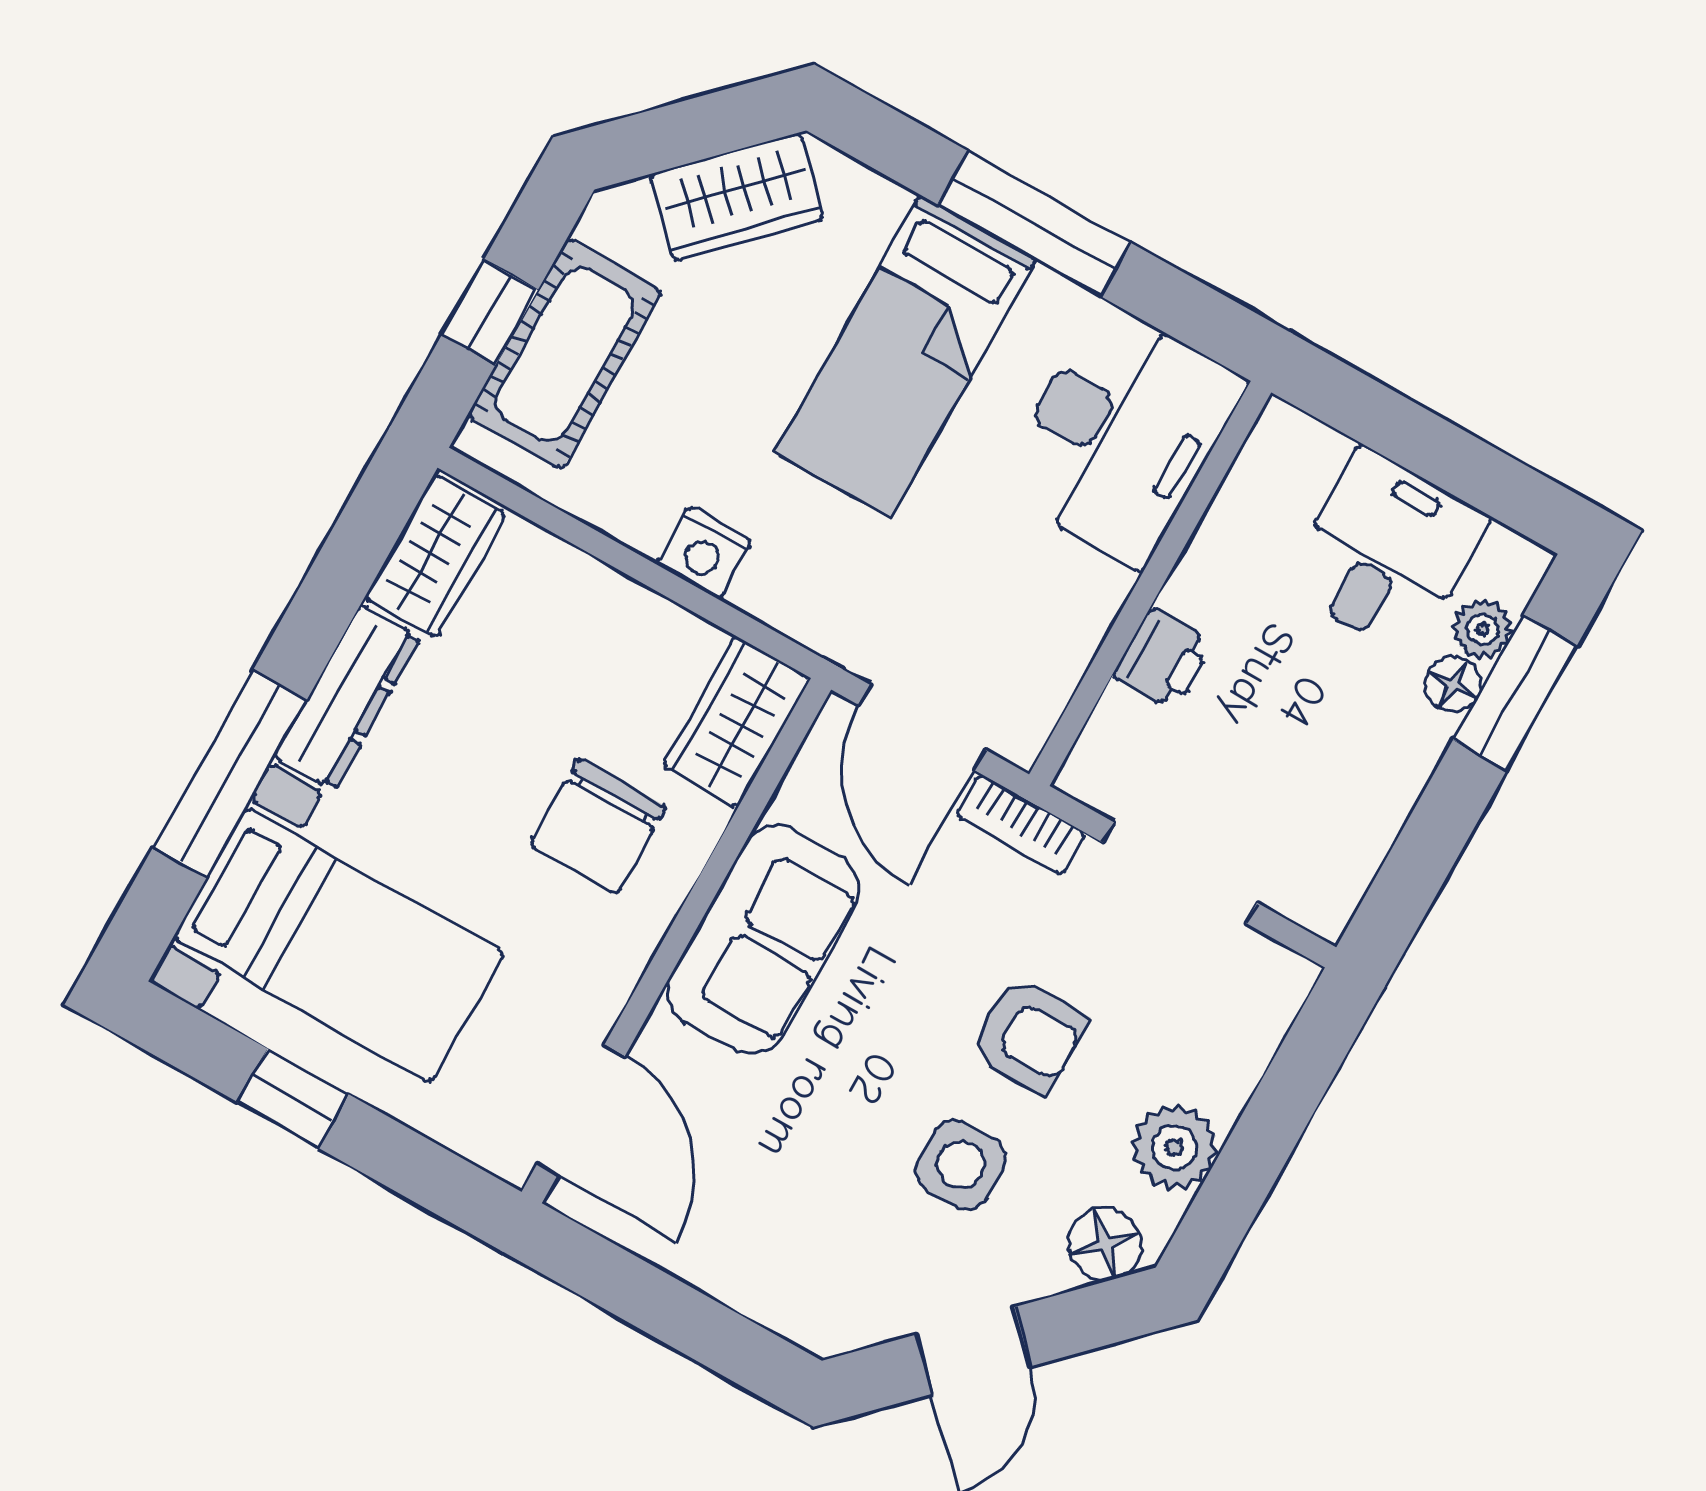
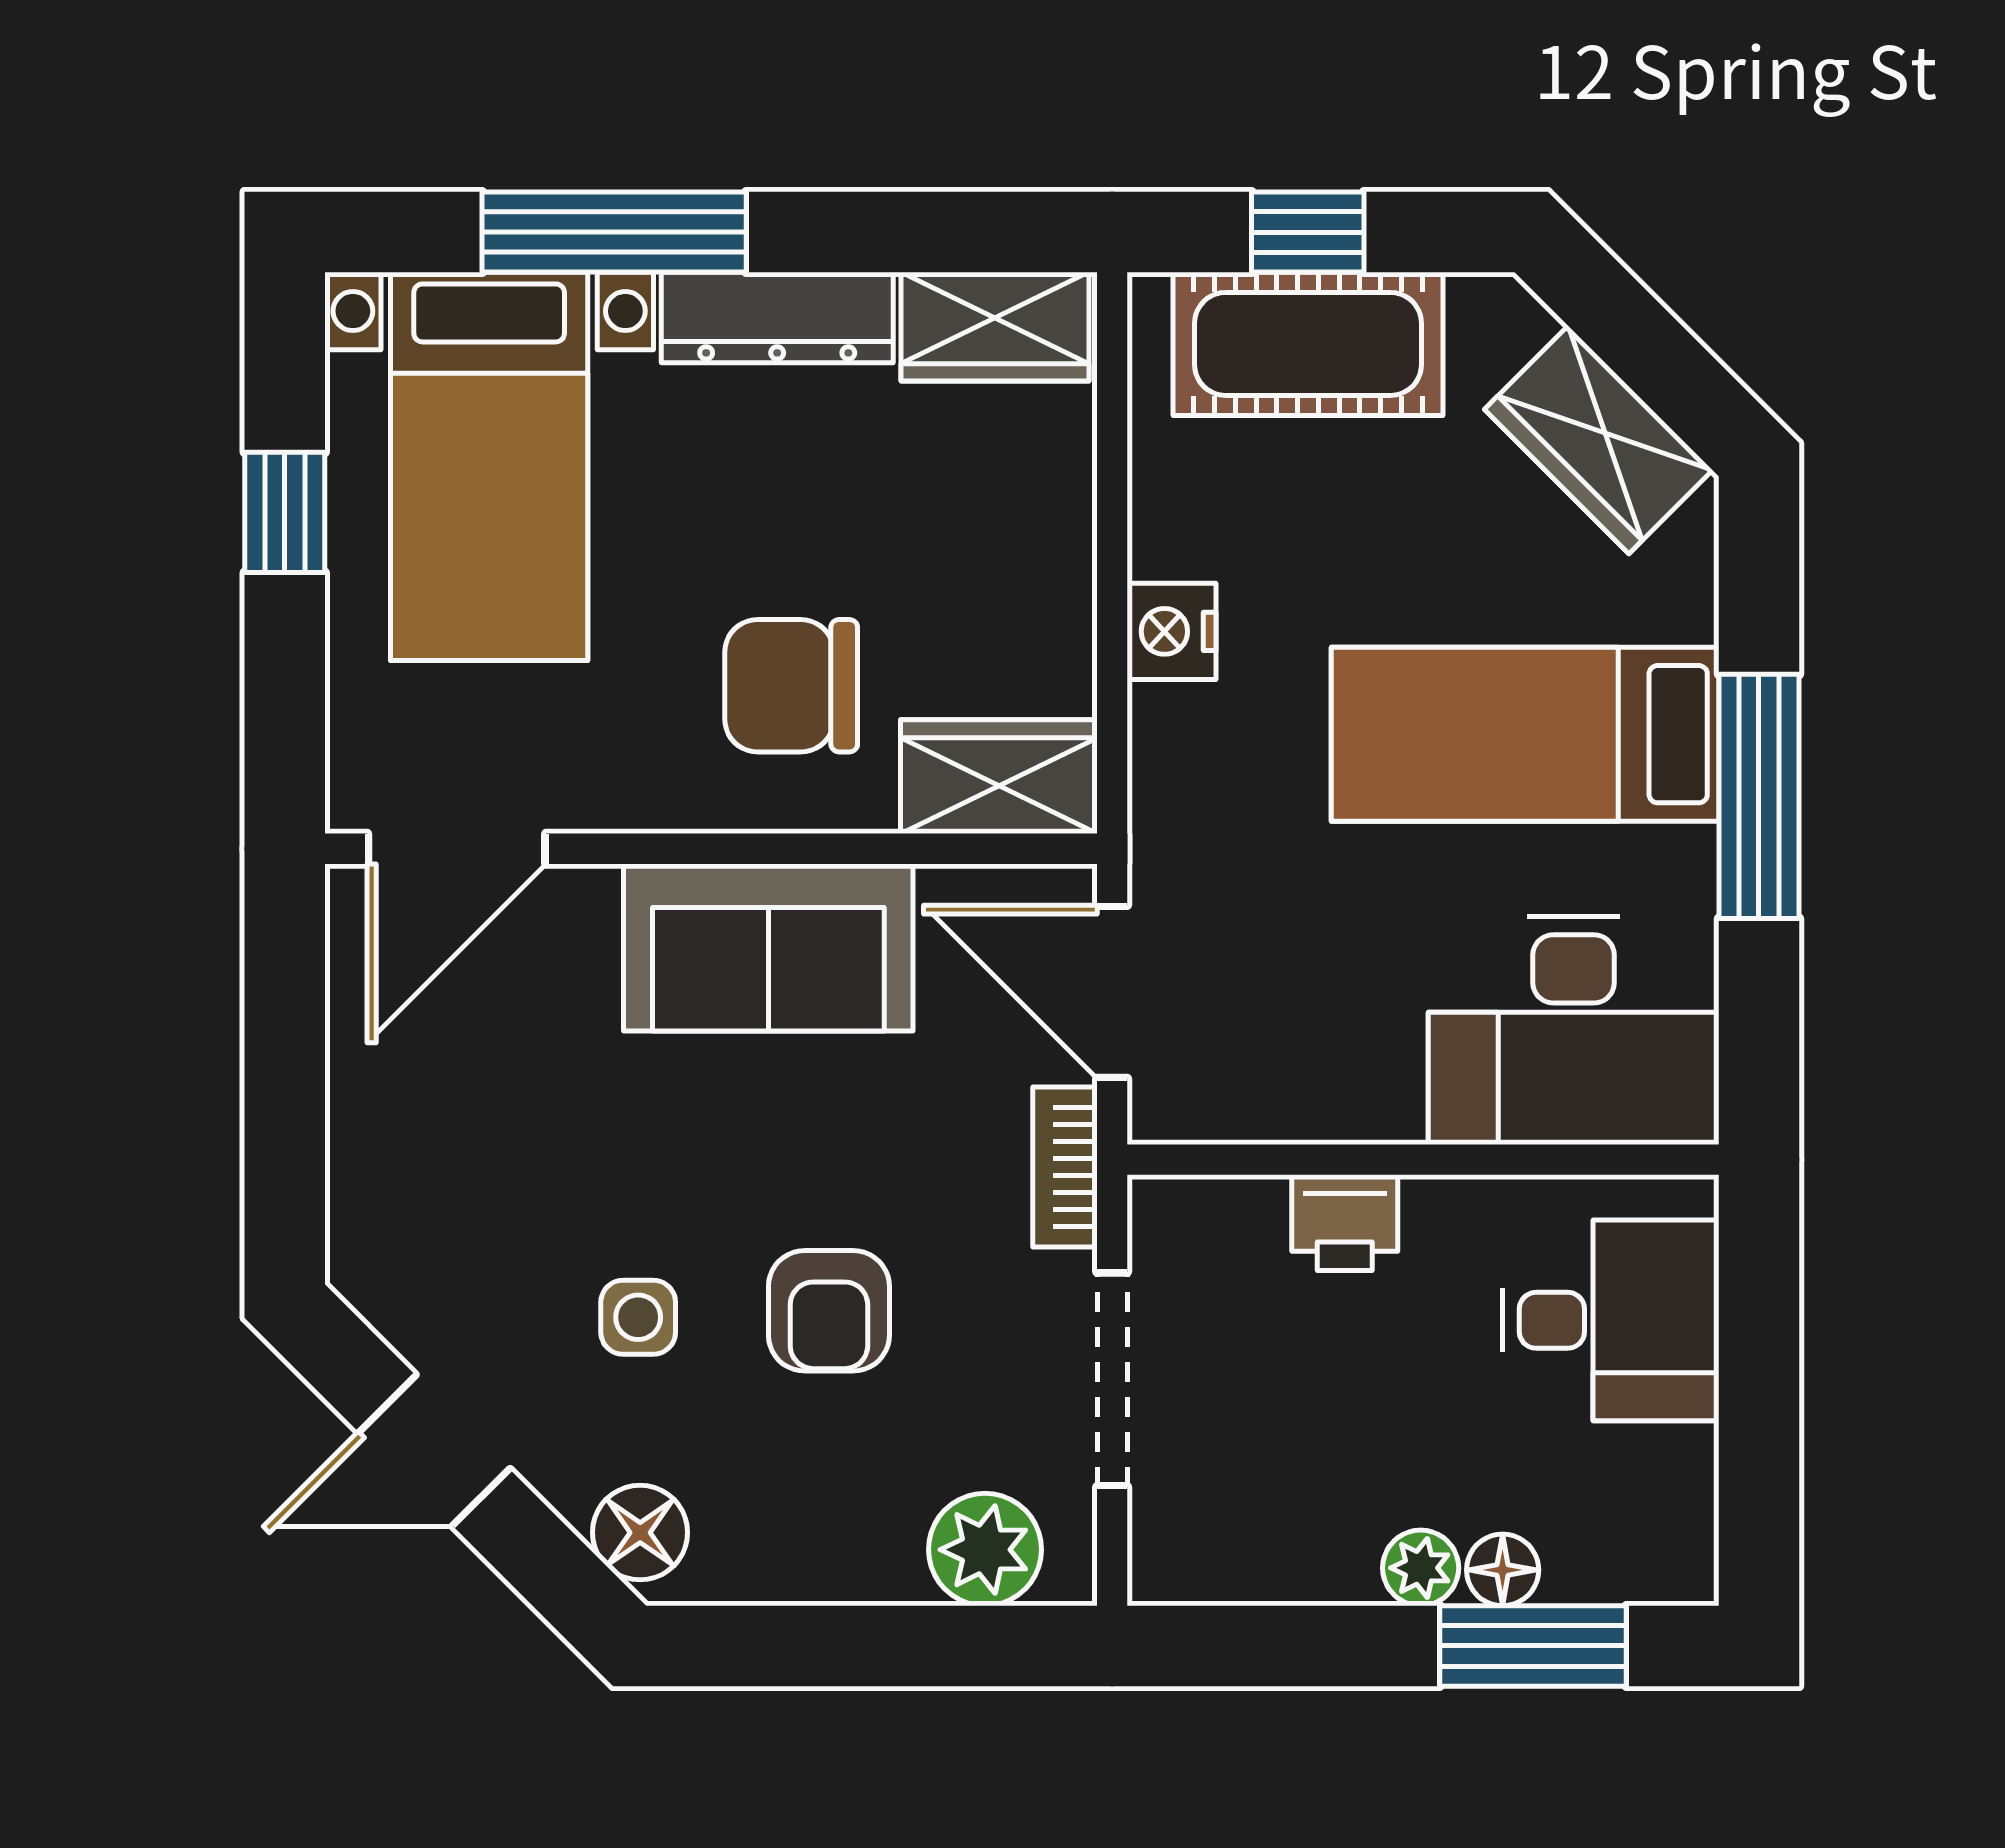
desk: (1386, 552) -> (1610, 1320), moved
plant: (1482, 629) -> (1421, 1568), moved
door: (922, 727) -> (1112, 992), hinge flipped
plant: (1174, 1147) -> (985, 1550), moved
side table: (961, 1165) -> (638, 1317), width x0.73, depth x0.73

